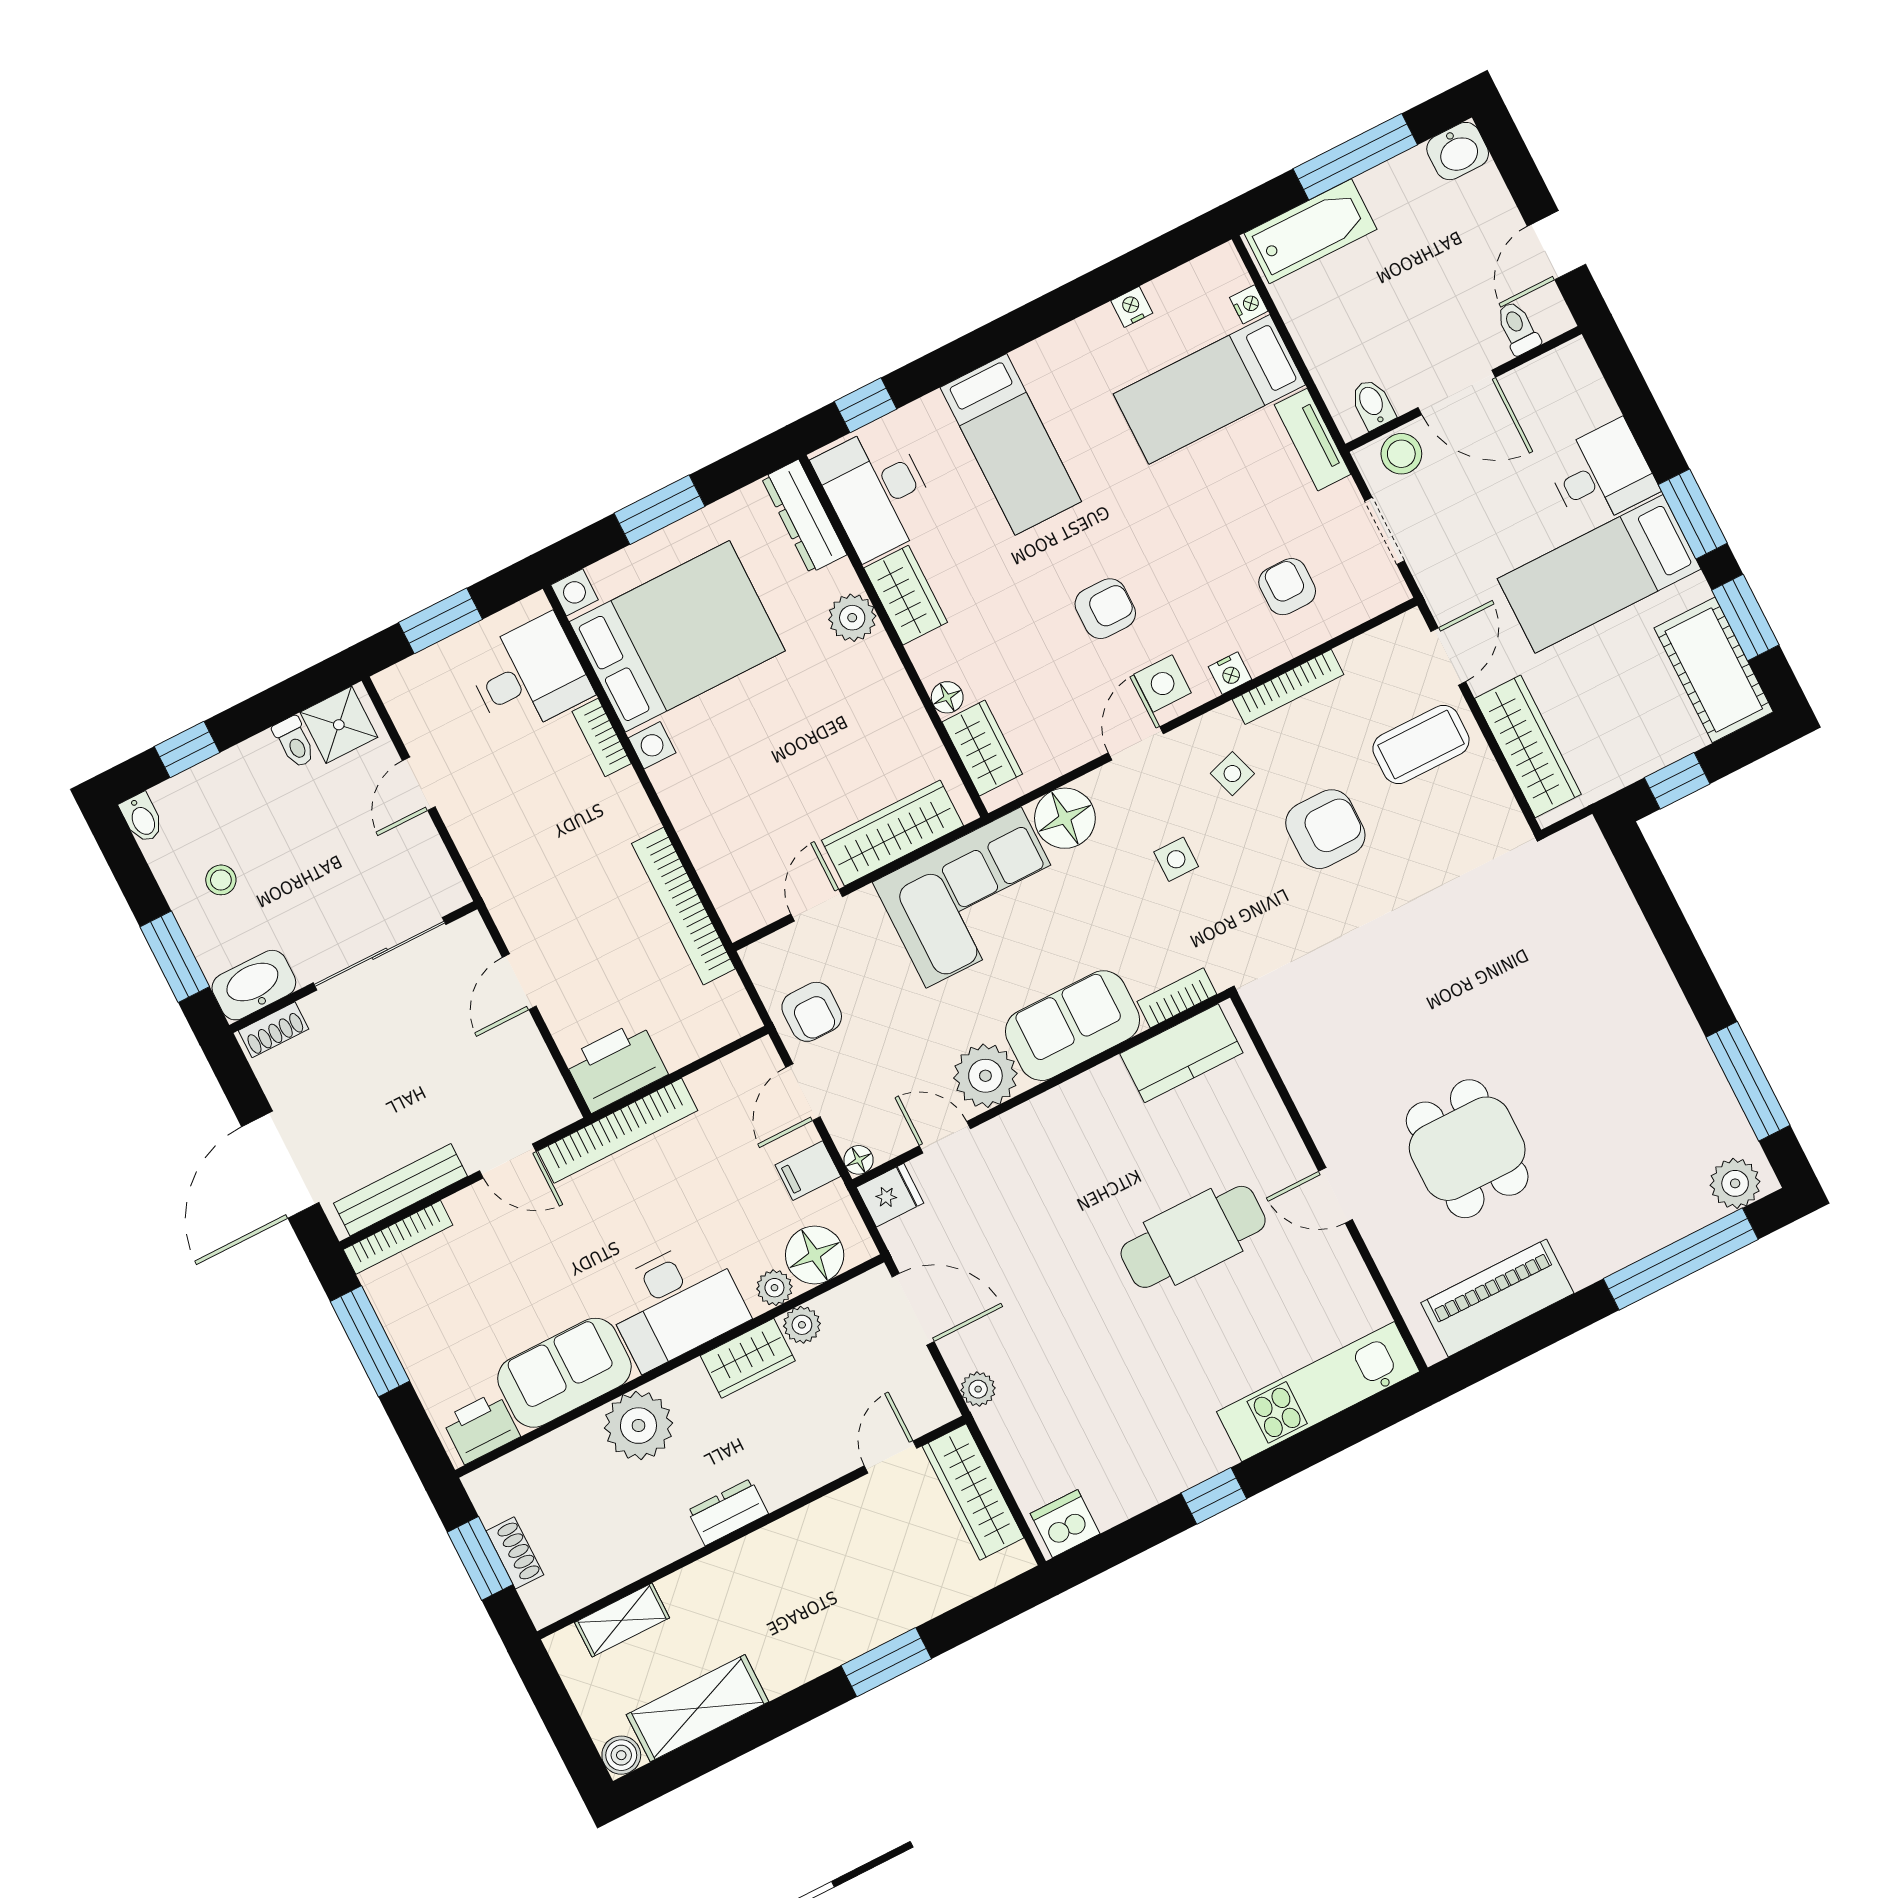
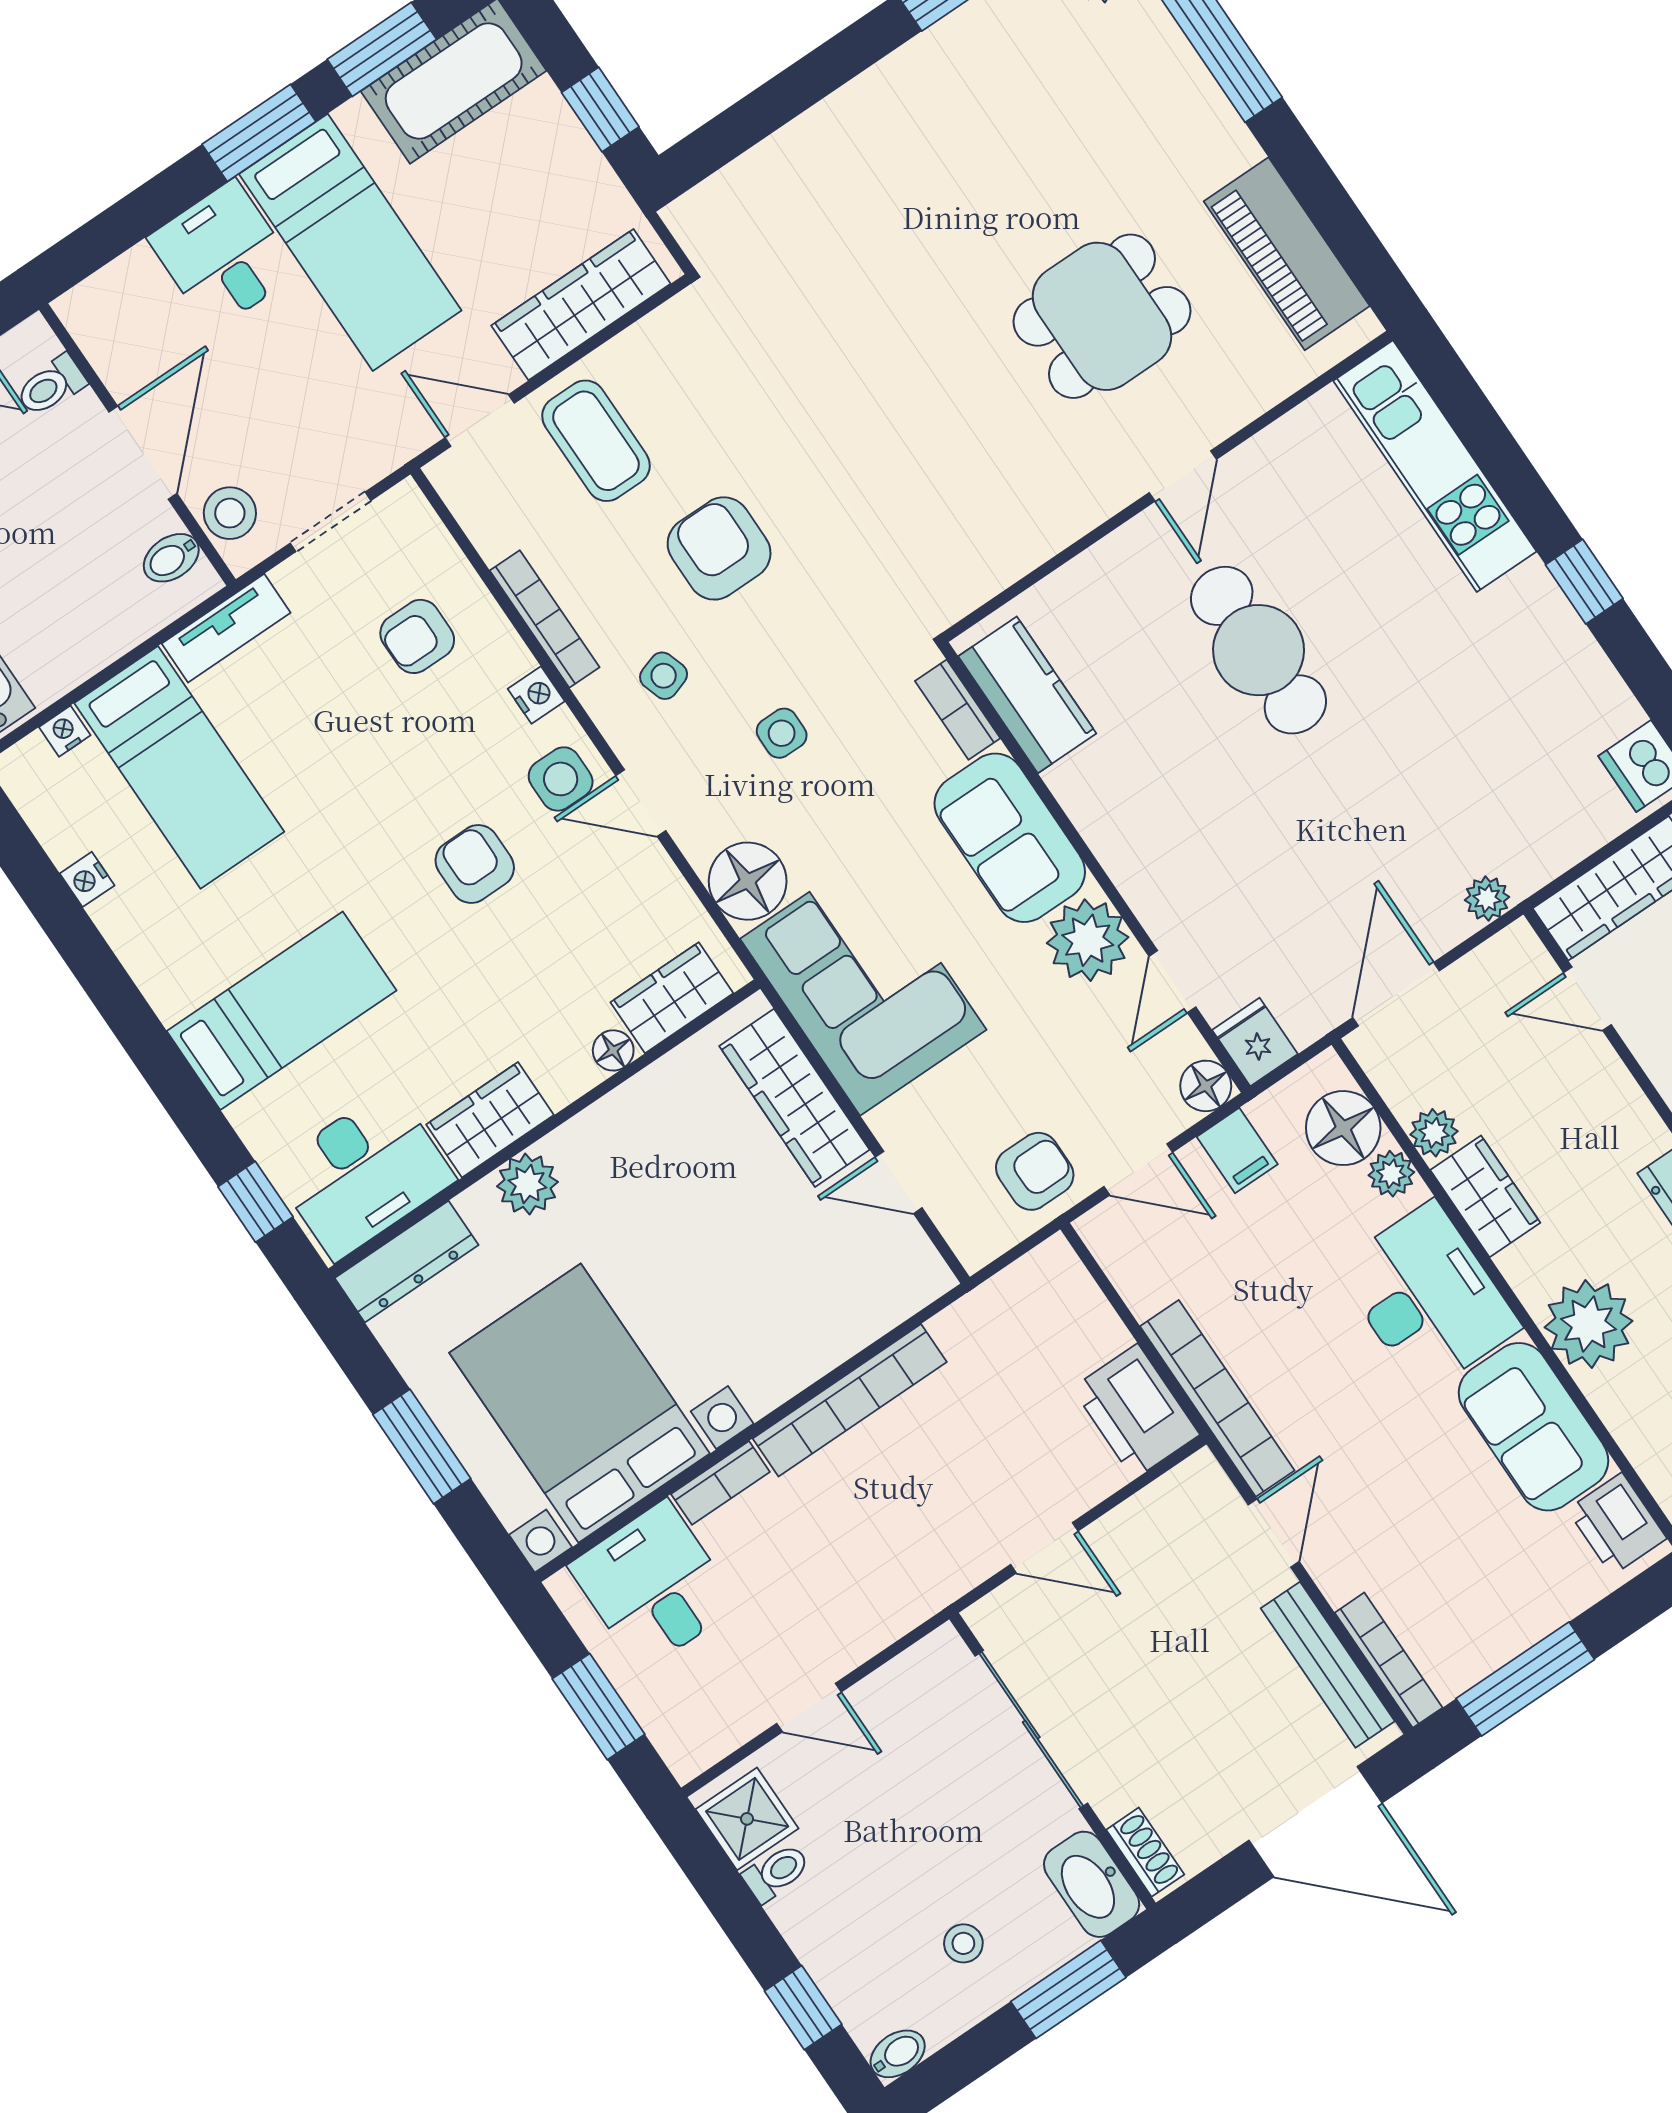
bookcase: (683, 906) -> (850, 1400), moved
floor lamp: (859, 1160) -> (1206, 1086), width x1.37, depth x1.37

